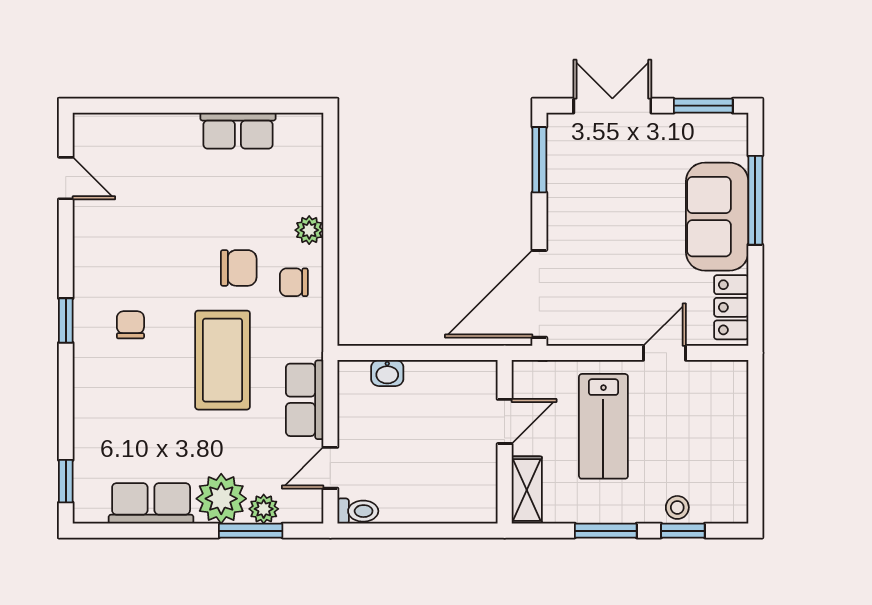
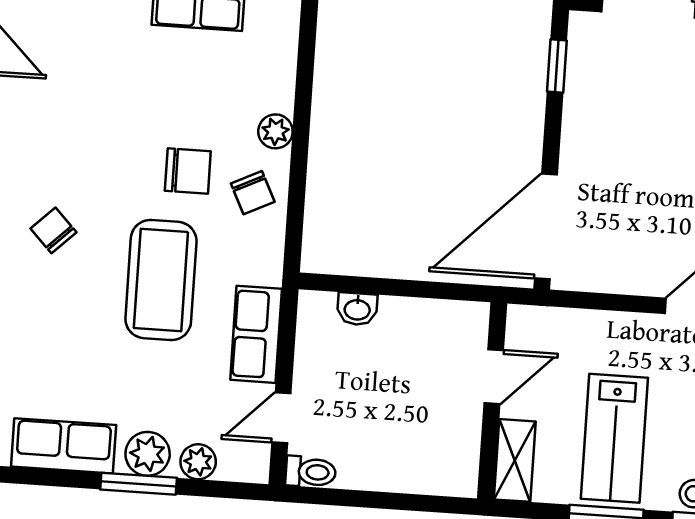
window: (539, 160) -> (557, 66), width x0.67
chair: (294, 282) -> (253, 193), turned -116
chair: (130, 325) -> (53, 230), turned -44
lab bench: (603, 426) -> (614, 438), moved
plant: (221, 499) -> (148, 454), width x0.73, depth x0.73
window: (251, 531) -> (139, 484), moved

